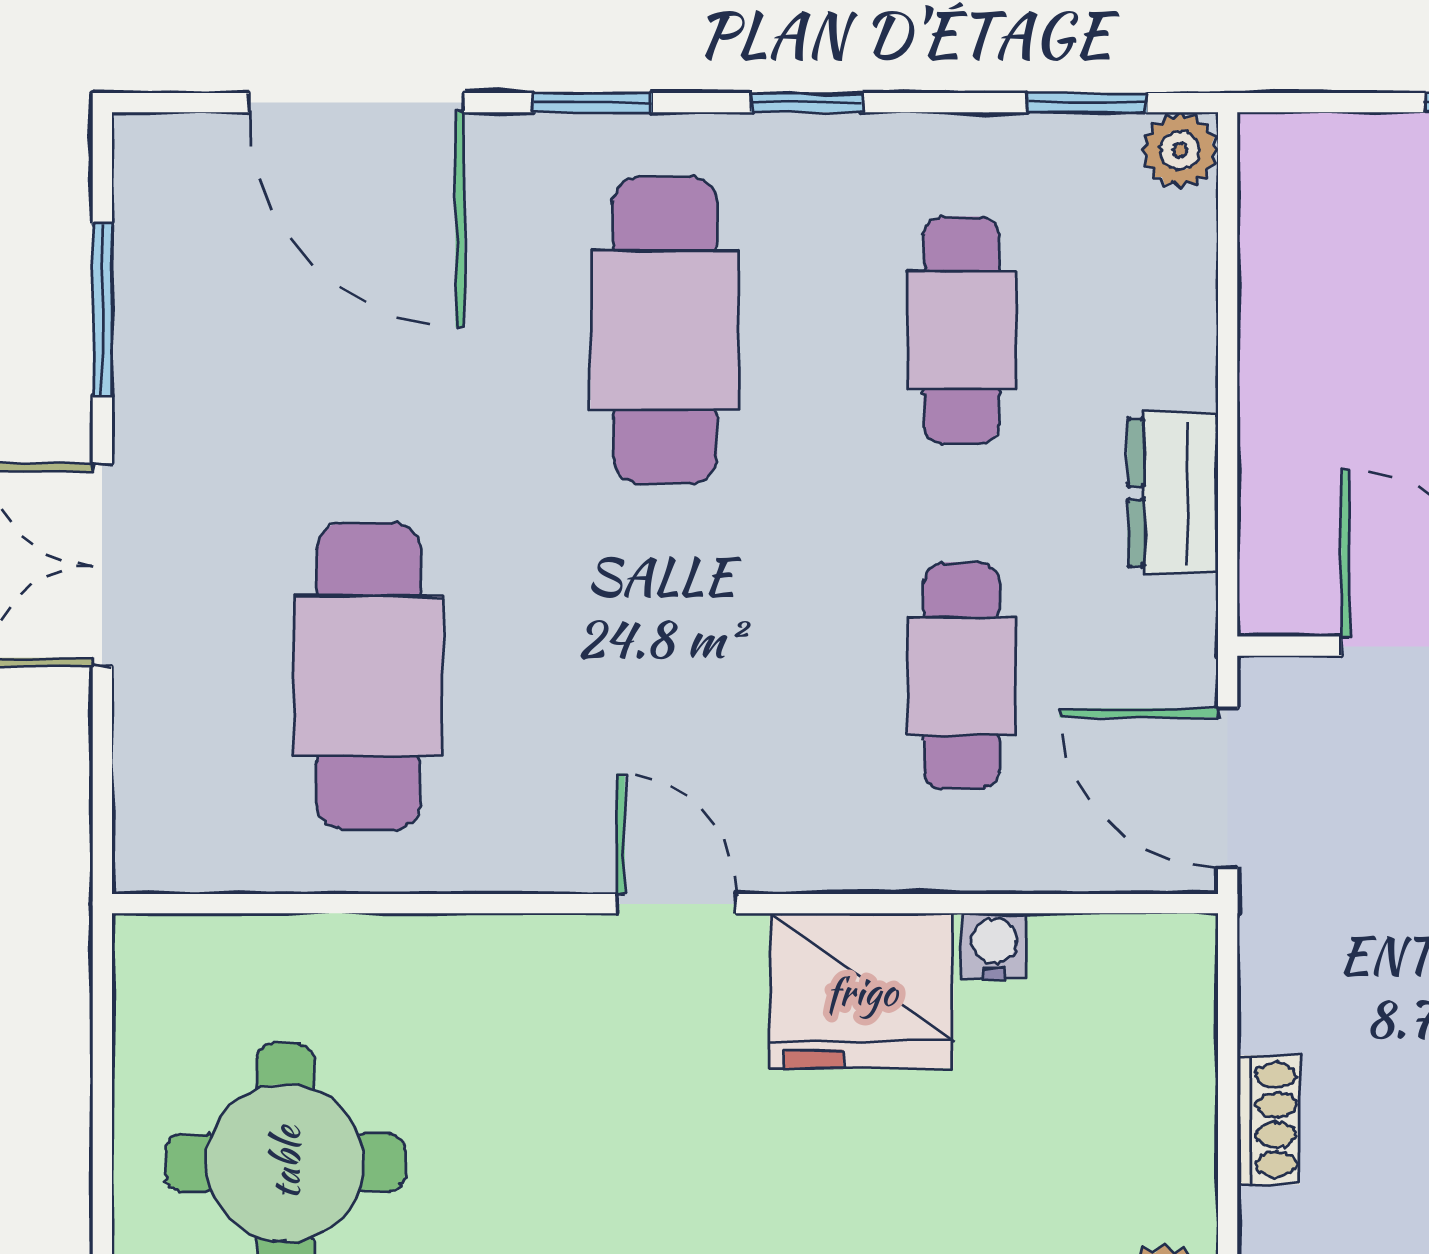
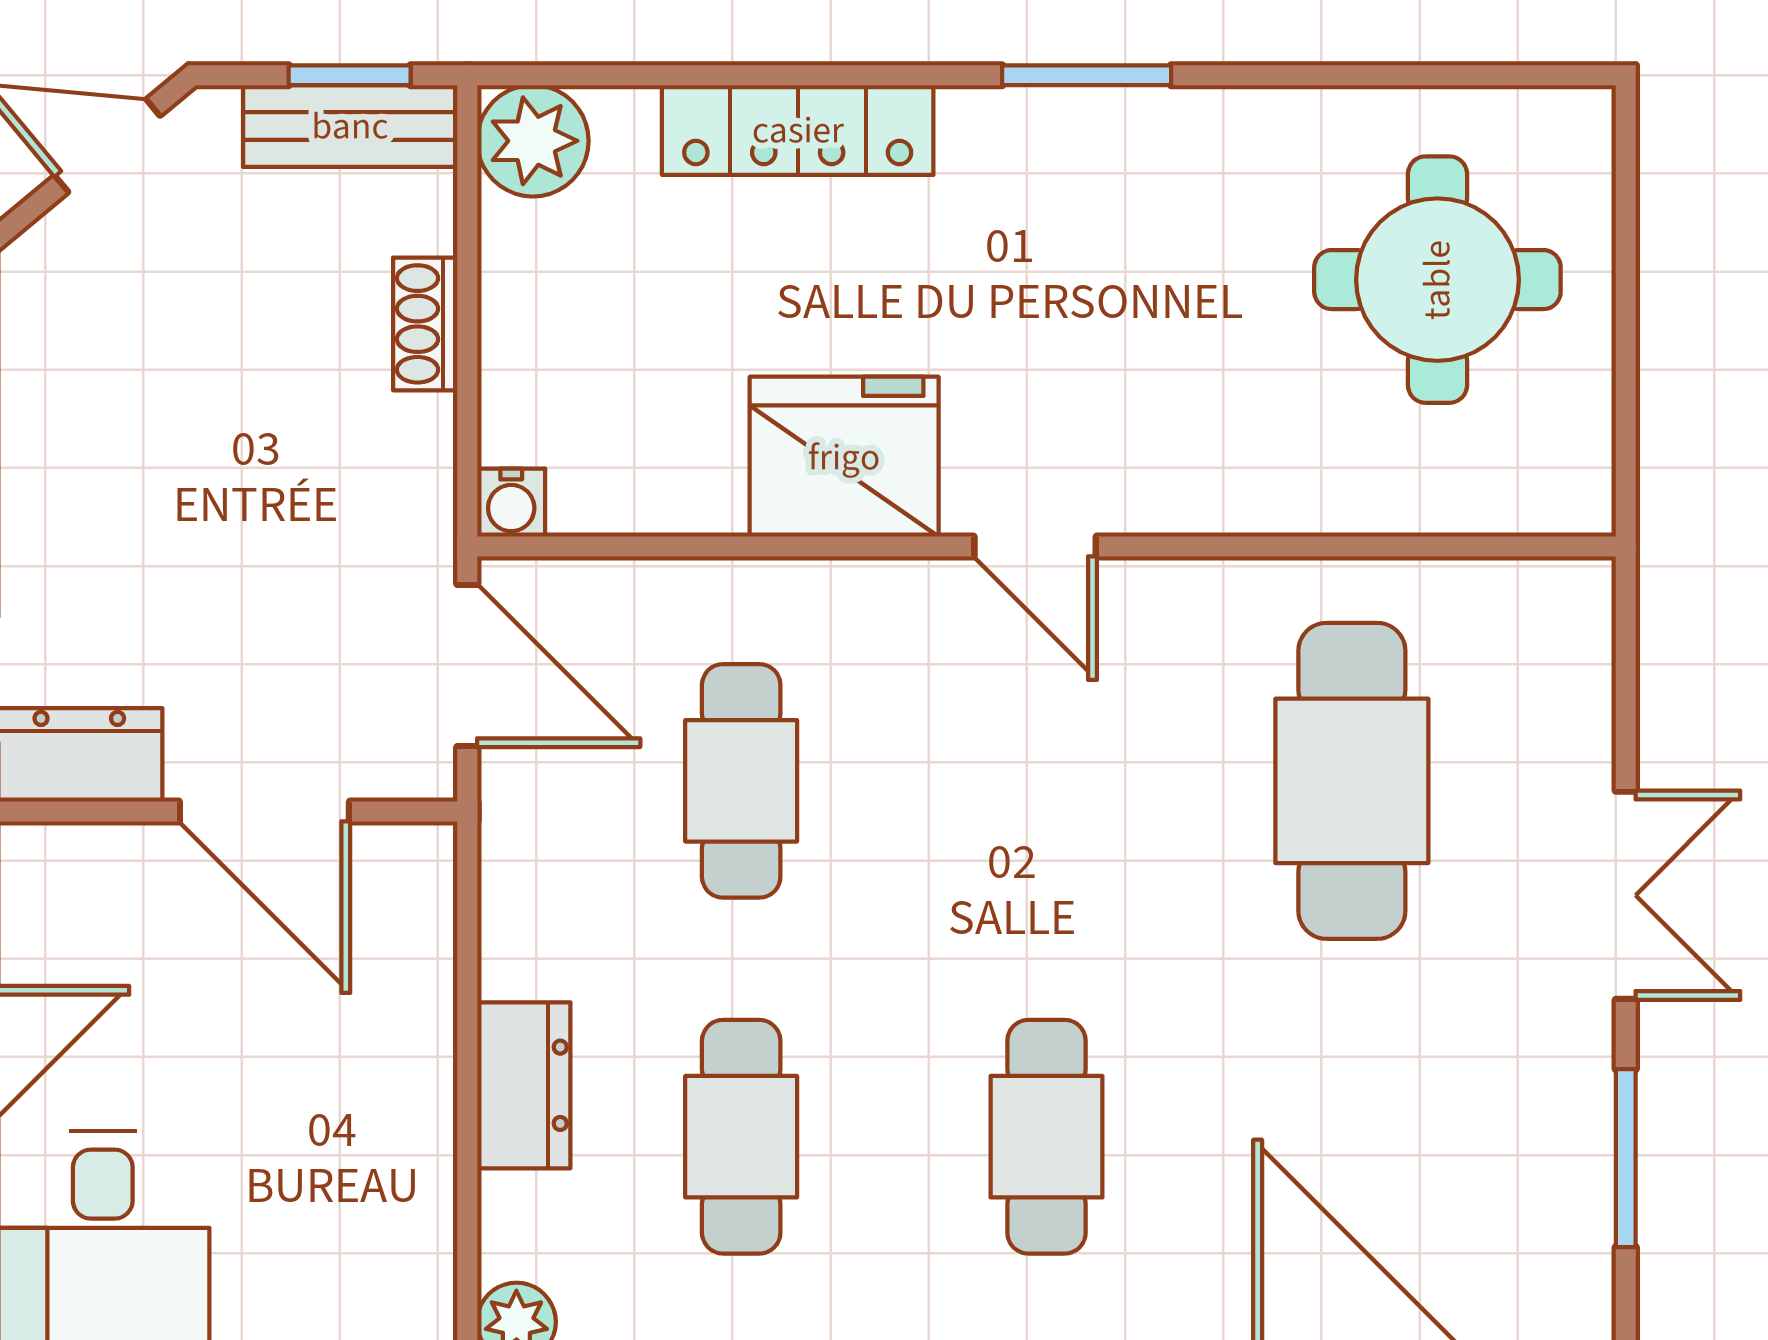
cafe table: (665, 330) -> (1047, 1137), width x0.73, depth x0.74
dresser: (1173, 493) -> (524, 1085), moved
water cooler: (994, 946) -> (511, 503), moved

